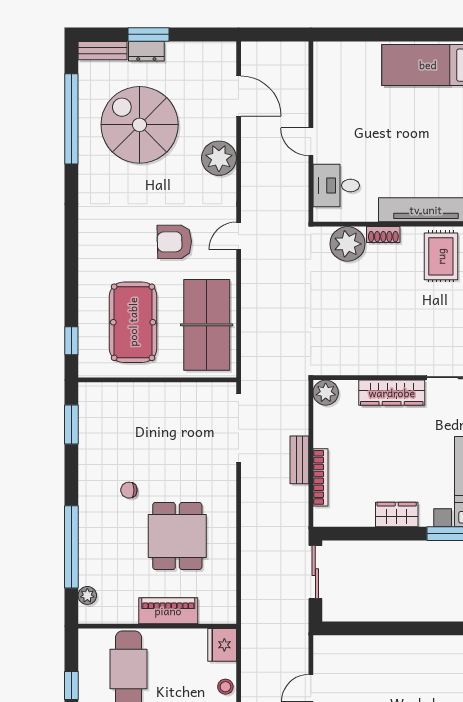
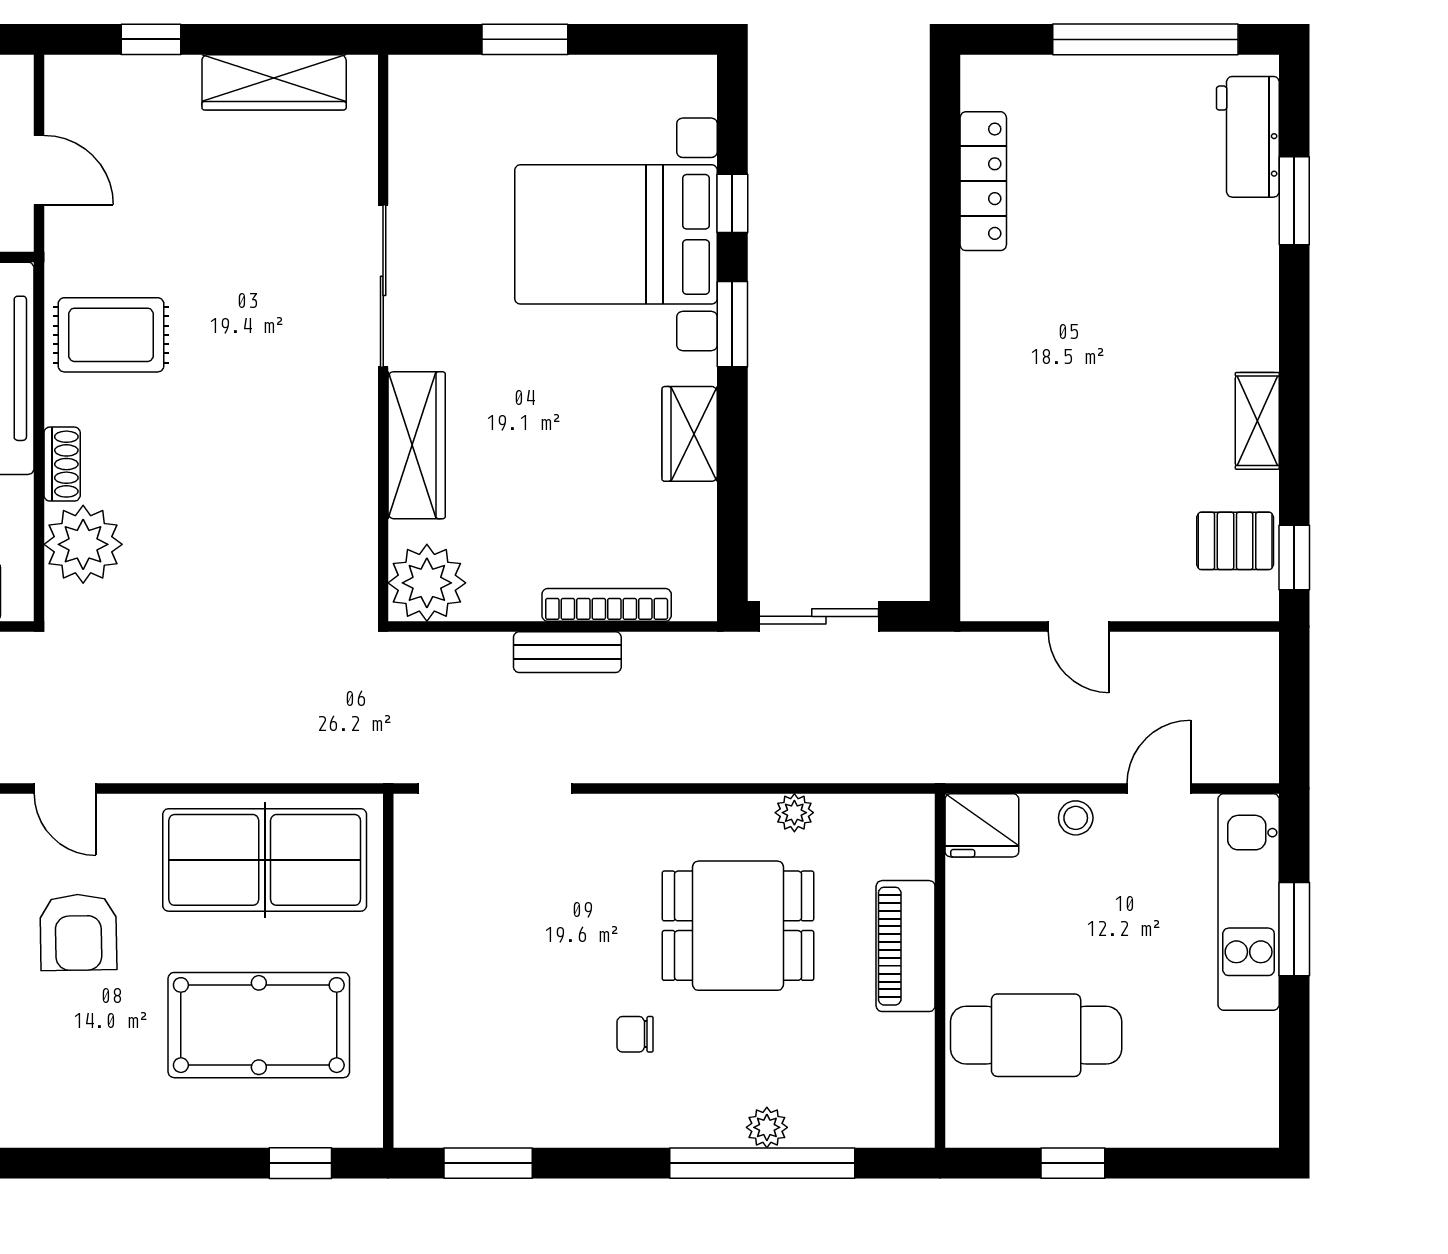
plant: (326, 393) -> (427, 583), width x1.36, depth x1.36
chair: (129, 490) -> (635, 1034), turned 90
plant: (228, 561) -> (794, 813), added
plant: (87, 595) -> (767, 1127), moved

